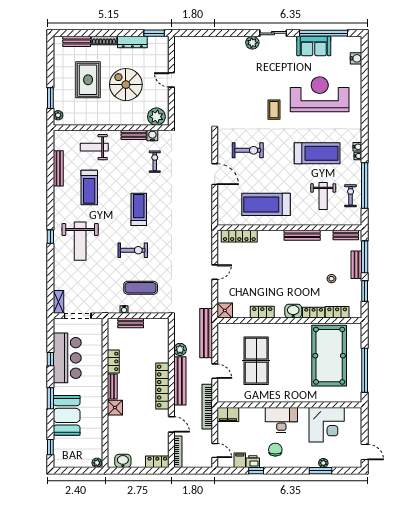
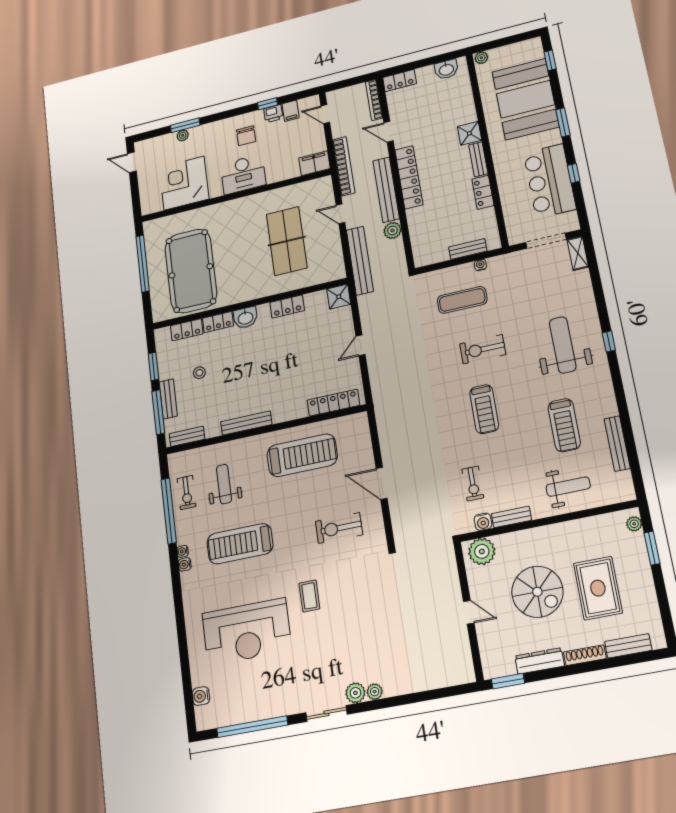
plant: (240, 41) -> (375, 692), added
sofa: (314, 46) -> (264, 704), removed
treadmill: (89, 187) -> (564, 425), turned 180
booth: (67, 415) -> (525, 99), width x1.36, depth x1.42

